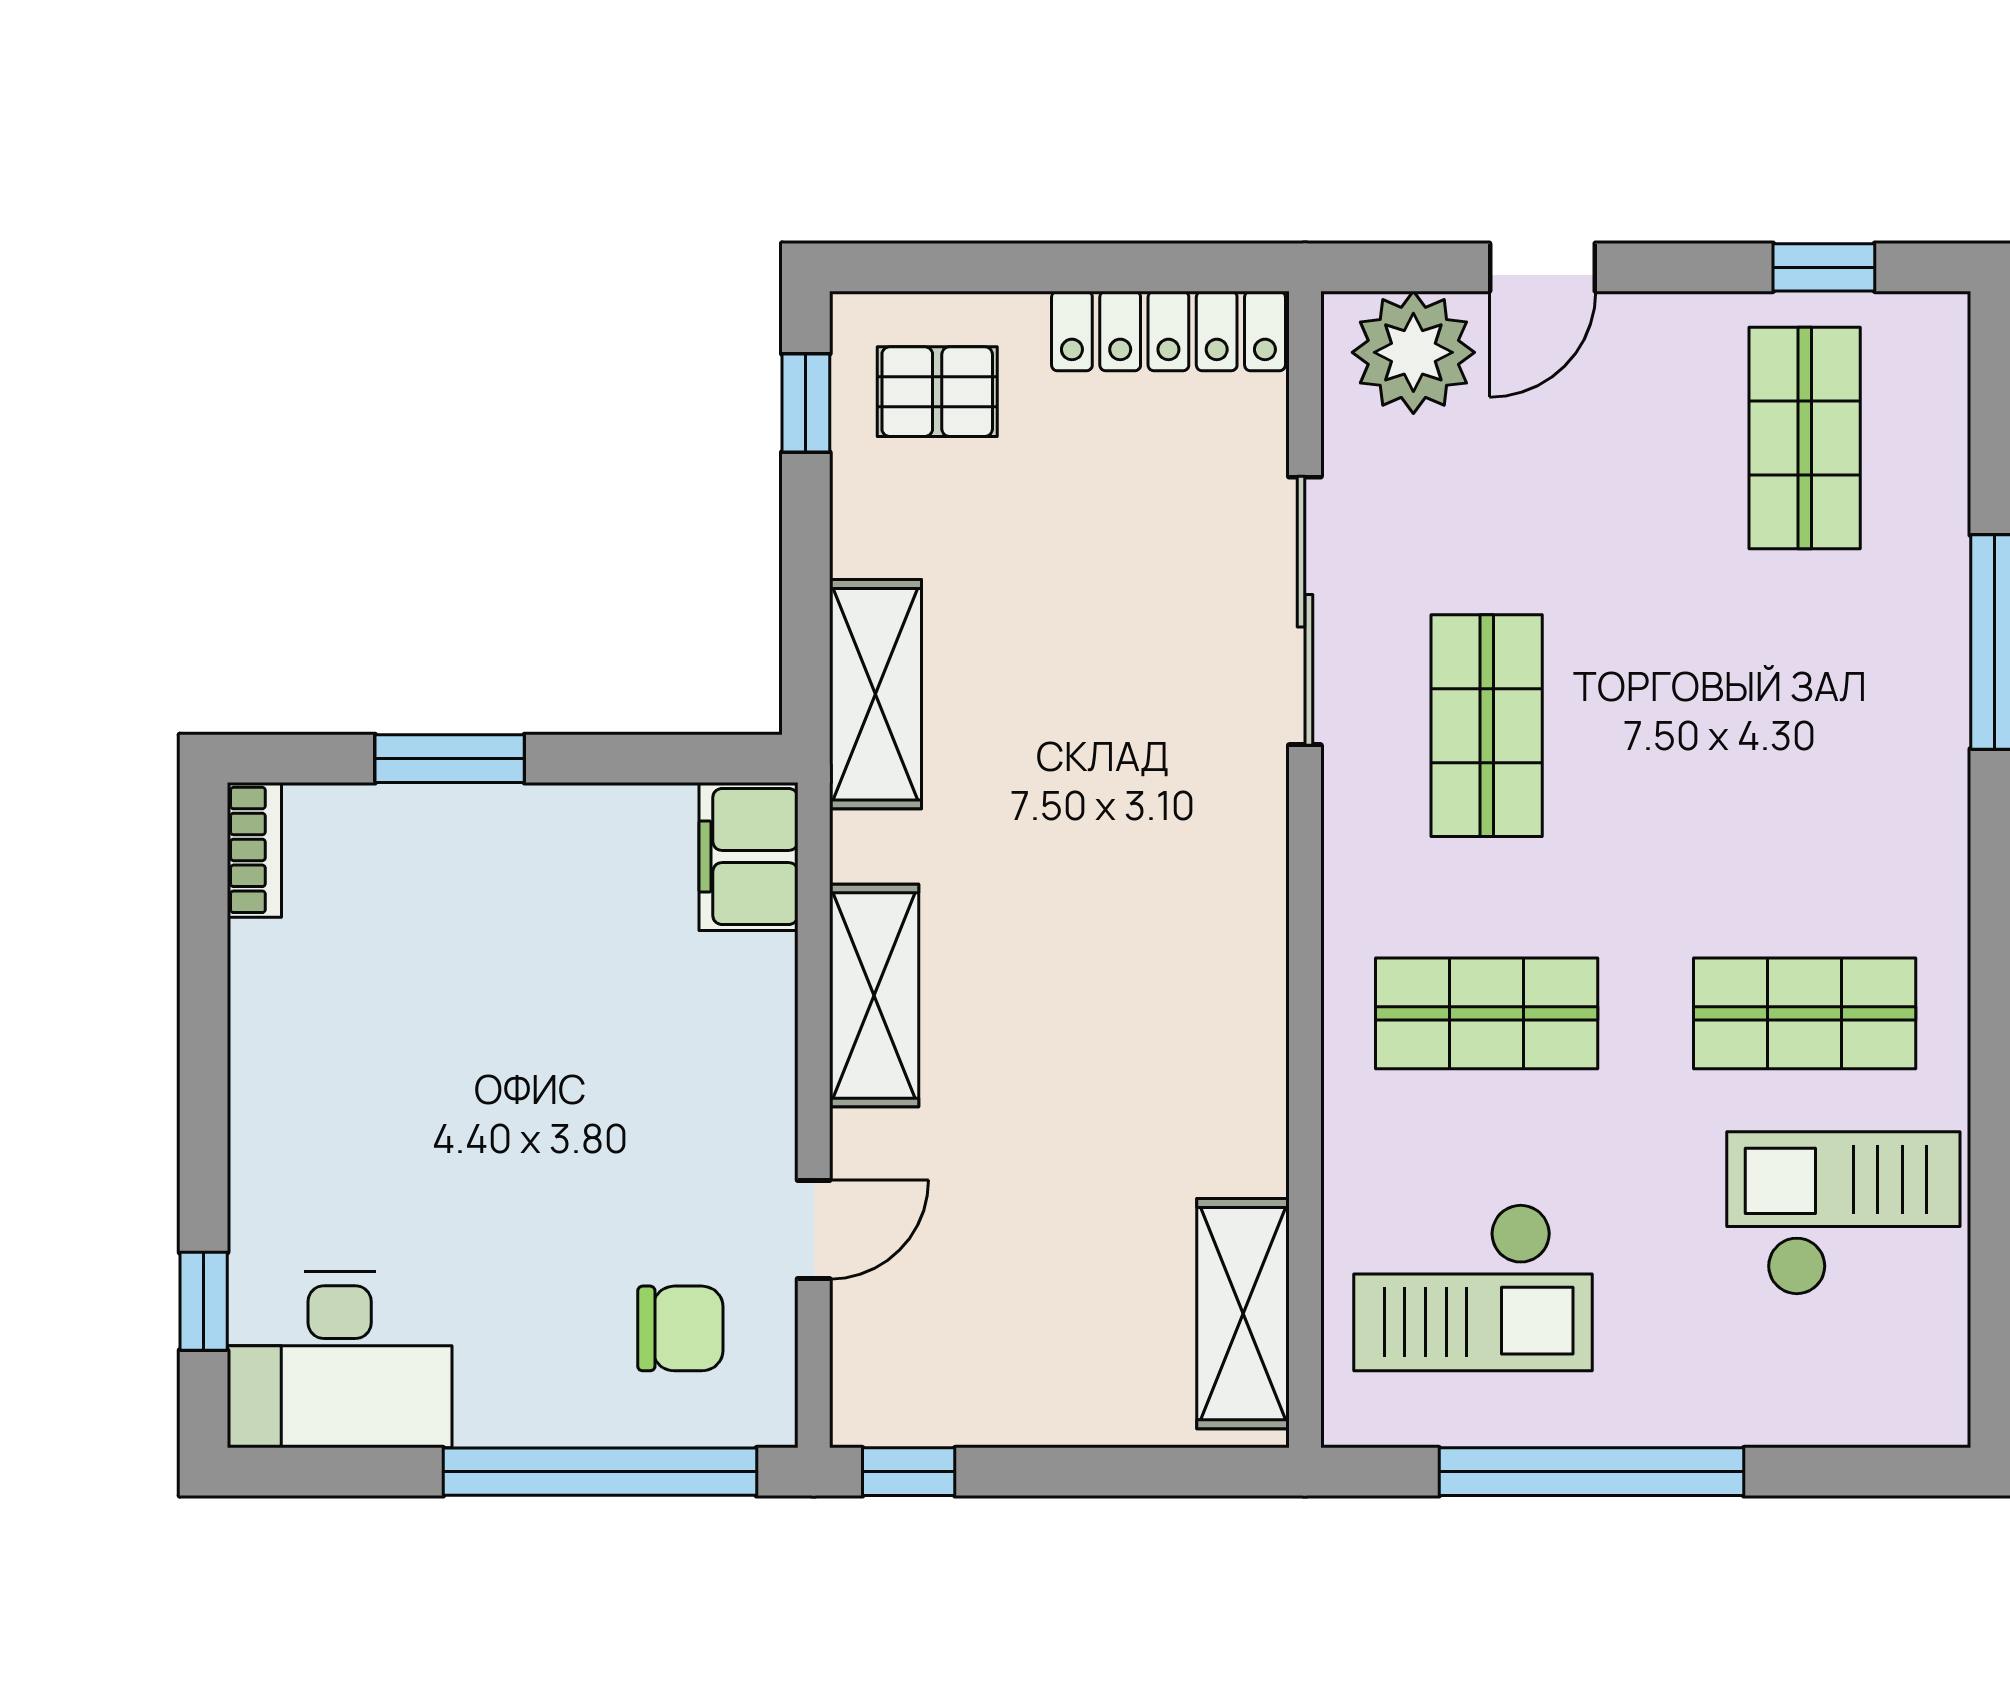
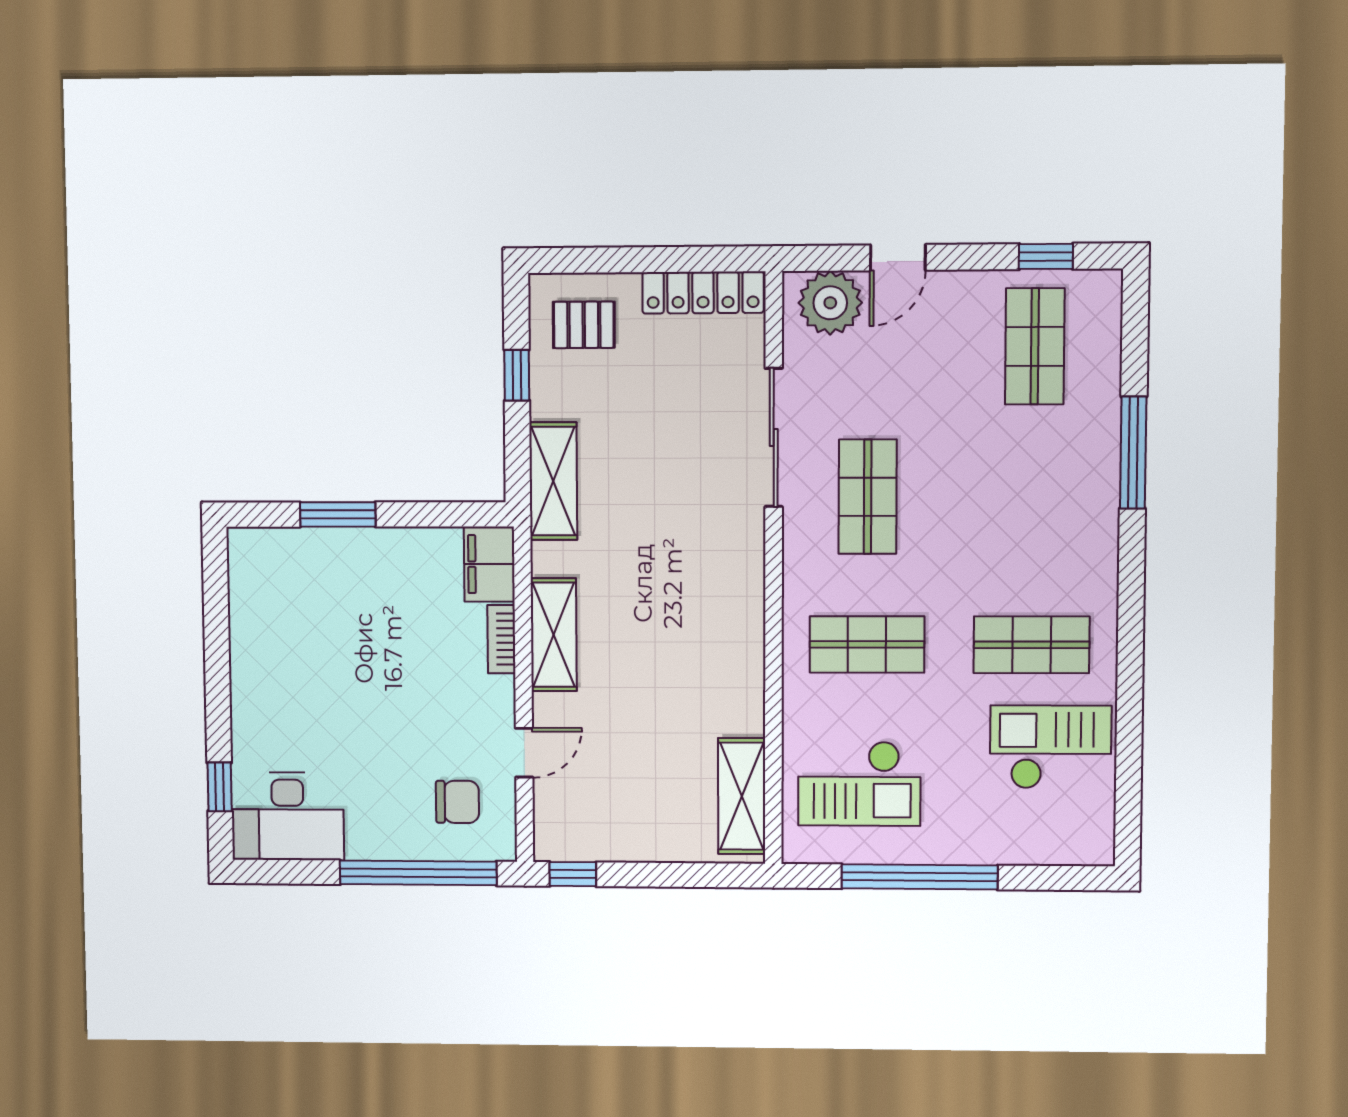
window: (806, 403) -> (517, 375), moved
bookcase: (254, 850) -> (501, 639), moved, turned 180

